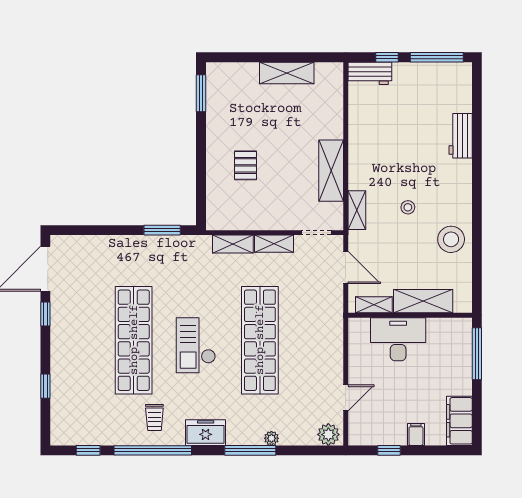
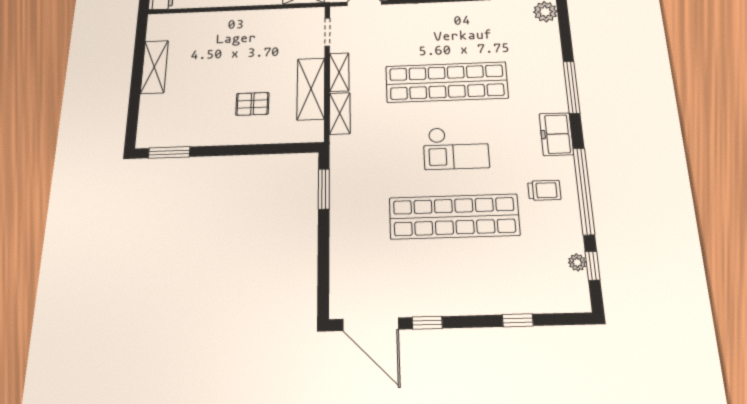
shelving: (331, 171) -> (311, 89), moved, turned 90
plant: (271, 438) -> (577, 262), moved

